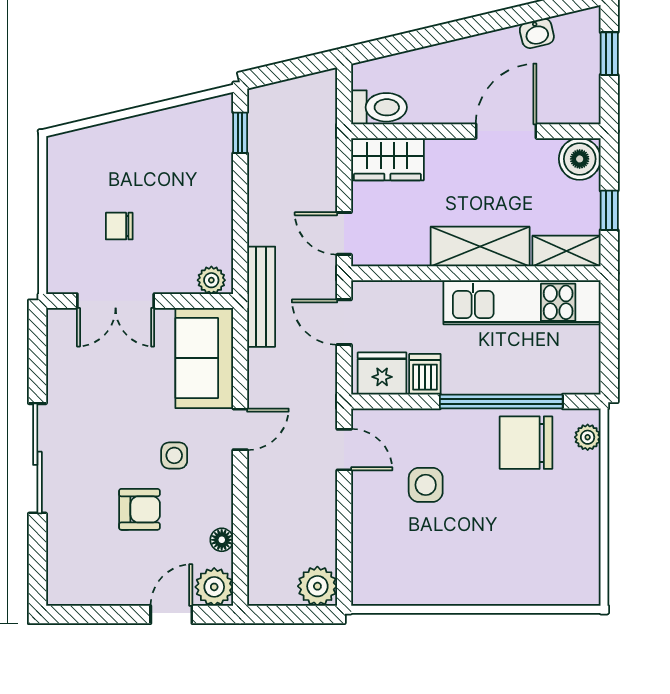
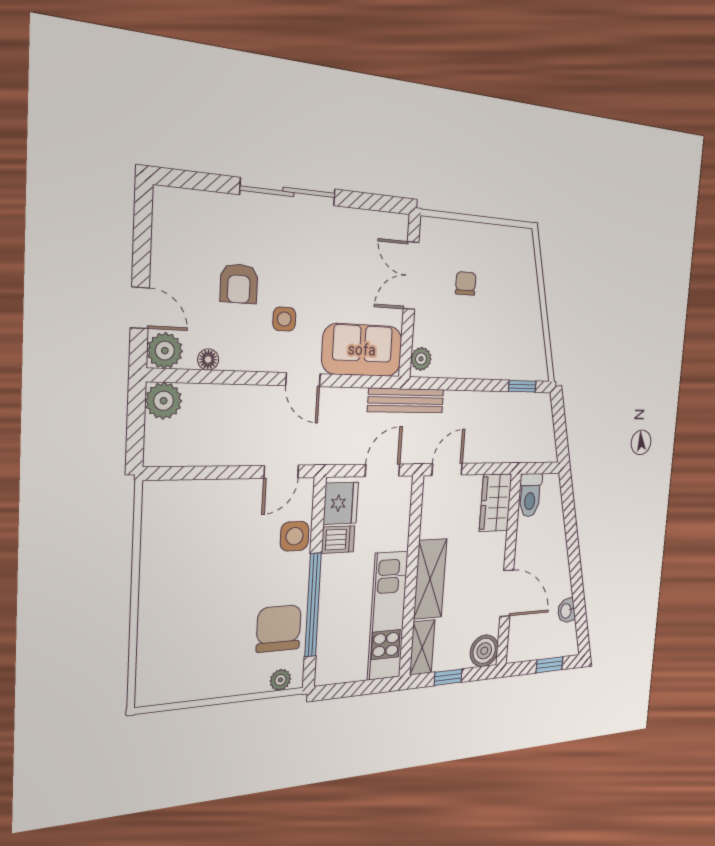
side table: (426, 485) -> (295, 536), moved
plant: (317, 586) -> (164, 401), moved

